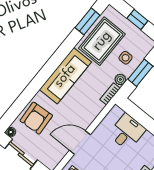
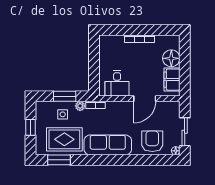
armchair: (36, 118) -> (152, 141), turned -86
desk: (127, 132) -> (117, 83), moved, turned -90
door: (80, 142) -> (145, 99), hinge flipped

